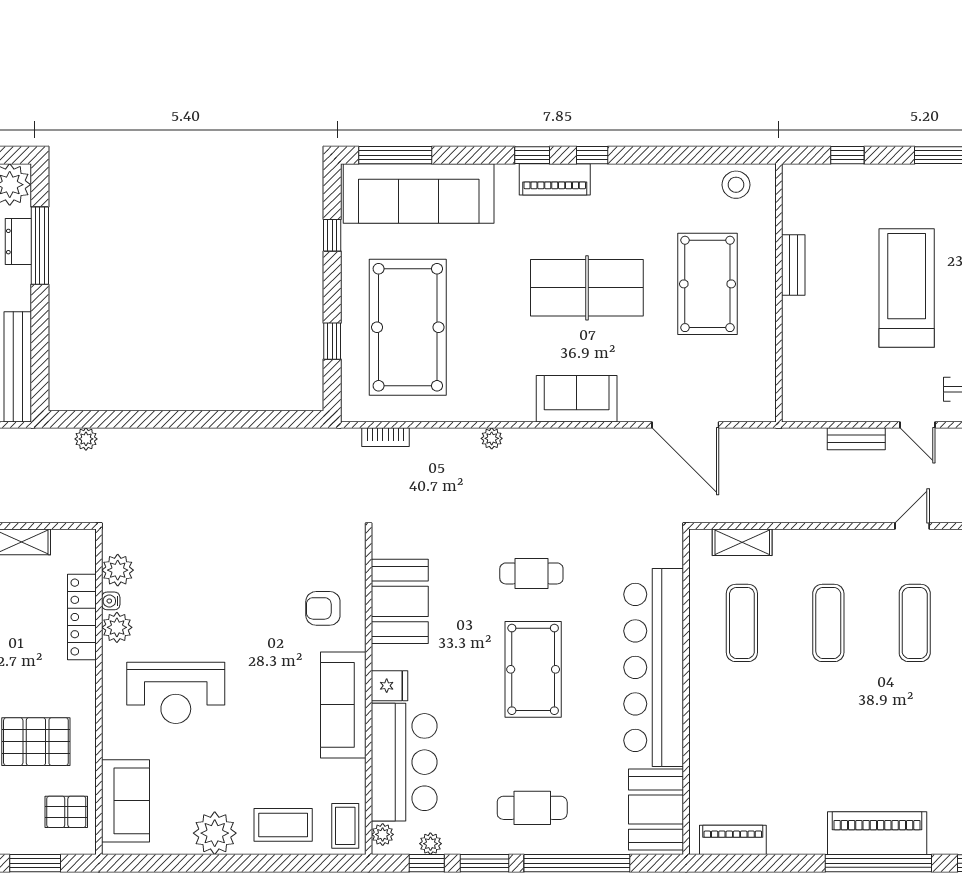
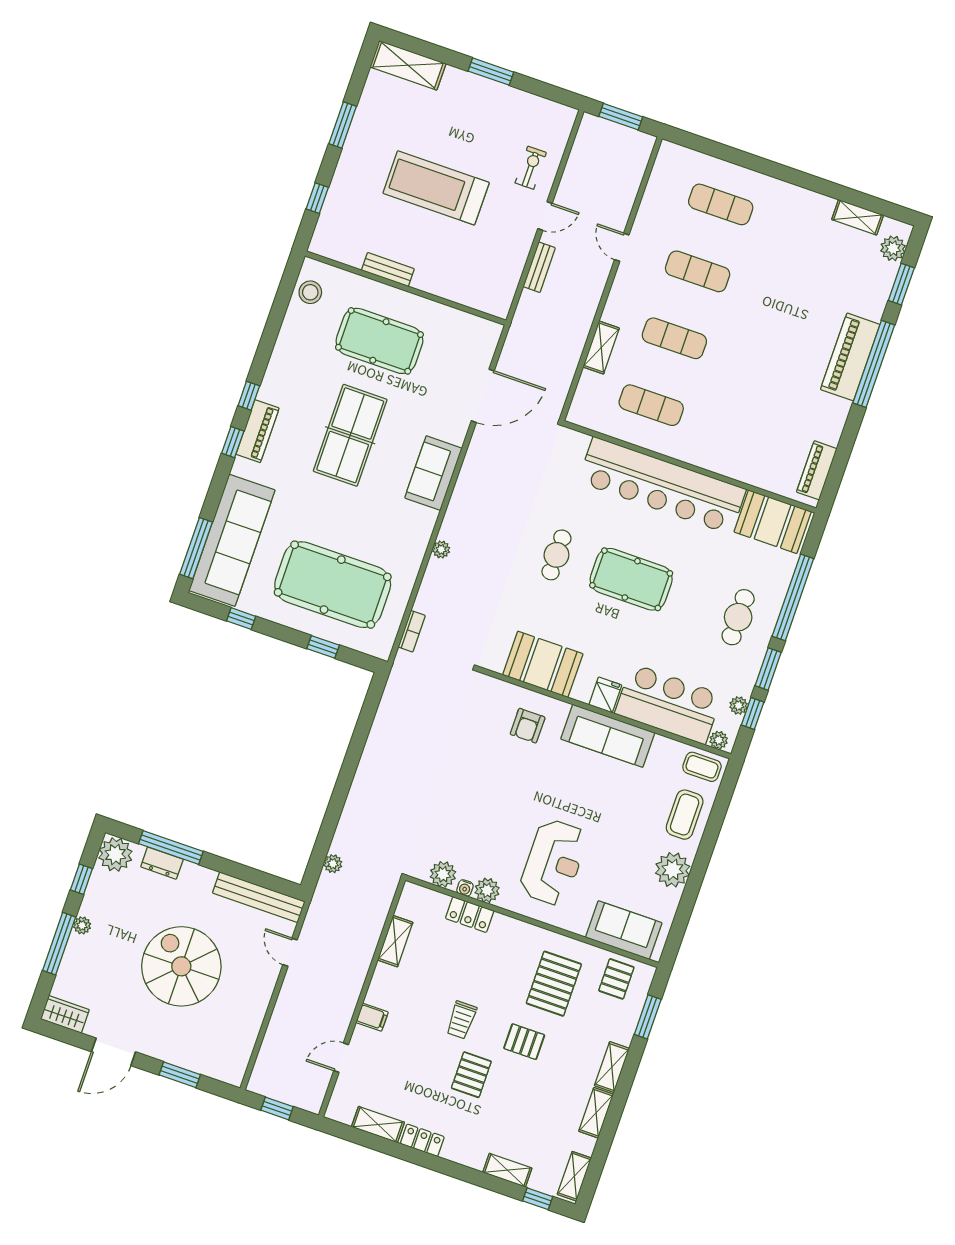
shelving: (742, 542) -> (601, 347), moved
locker: (82, 617) -> (470, 915), width x0.66

